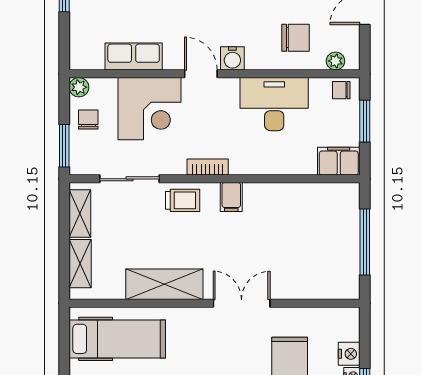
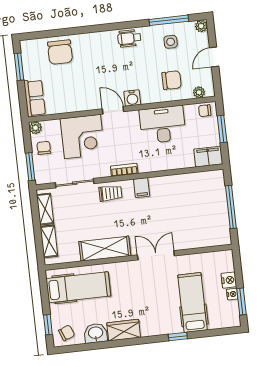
row of seats: (134, 56) -> (35, 98), moved, turned 90

